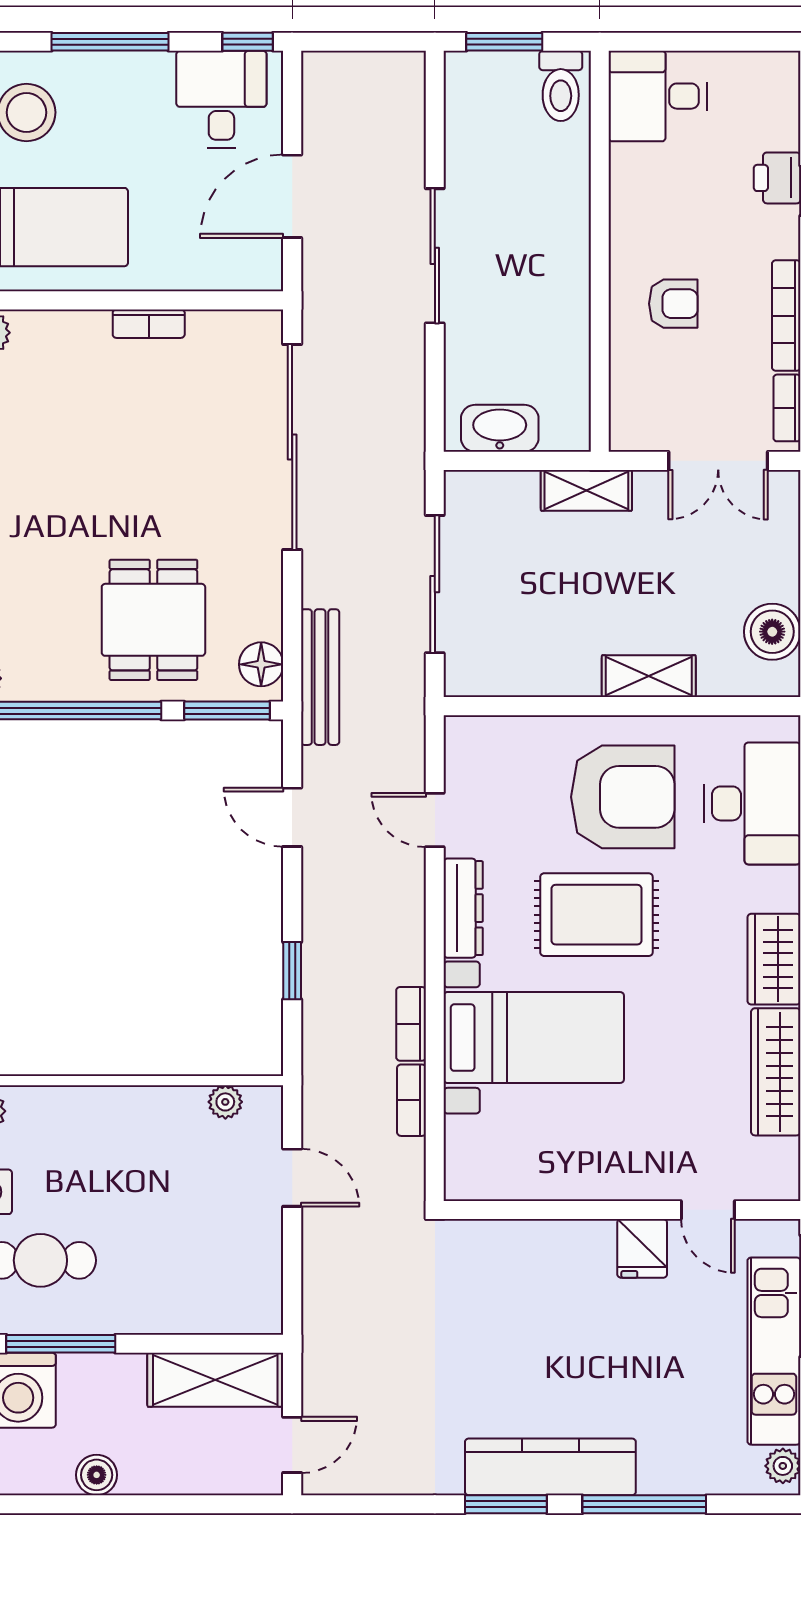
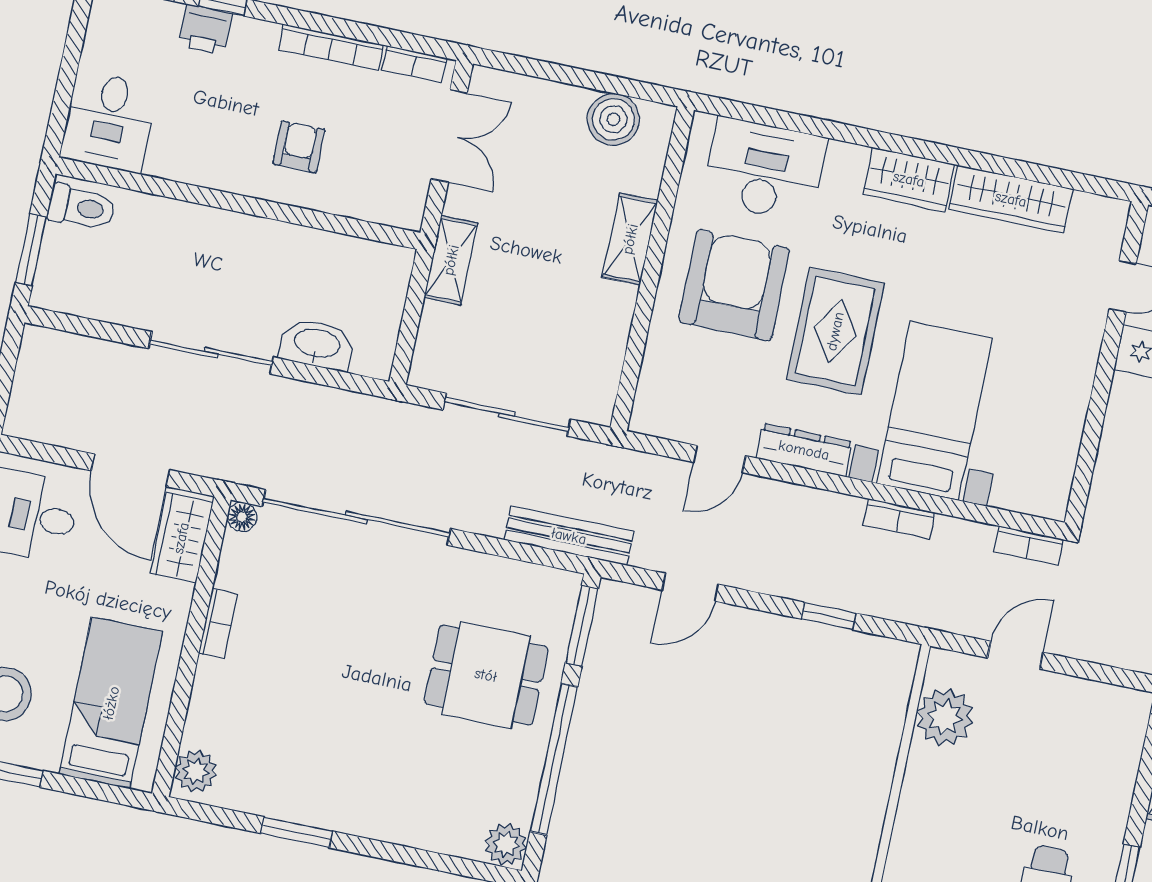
wardrobe: (232, 265) -> (181, 538), added
washbasin: (500, 428) -> (317, 344), moved, turned 90
floor lamp: (261, 664) -> (242, 517), moved, width x0.73, depth x0.73
bookcase: (412, 1100) -> (1029, 545), moved
plant: (225, 1102) -> (945, 717), width x1.88, depth x1.88

